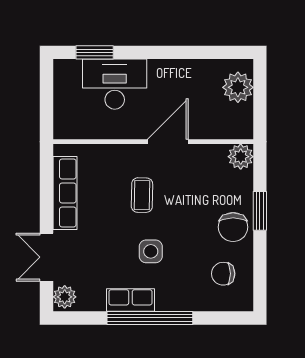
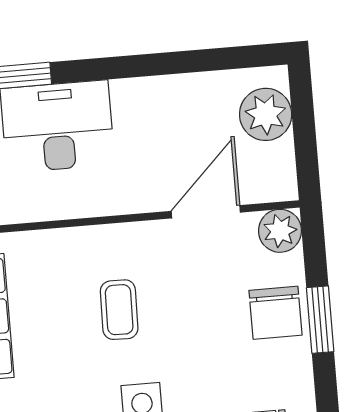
door: (168, 142) -> (206, 212), moved
chair: (233, 227) -> (276, 313), moved

